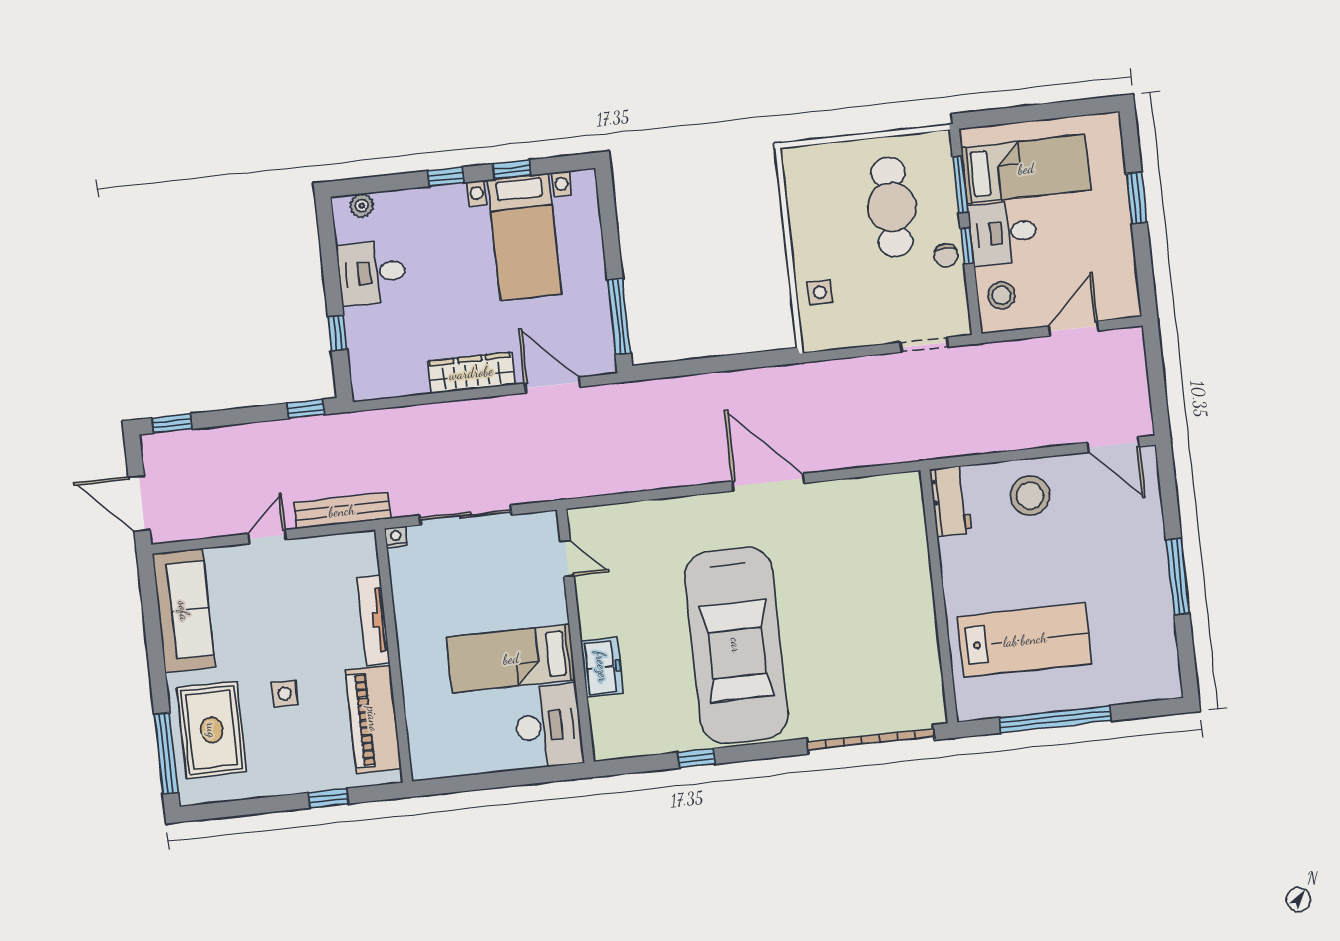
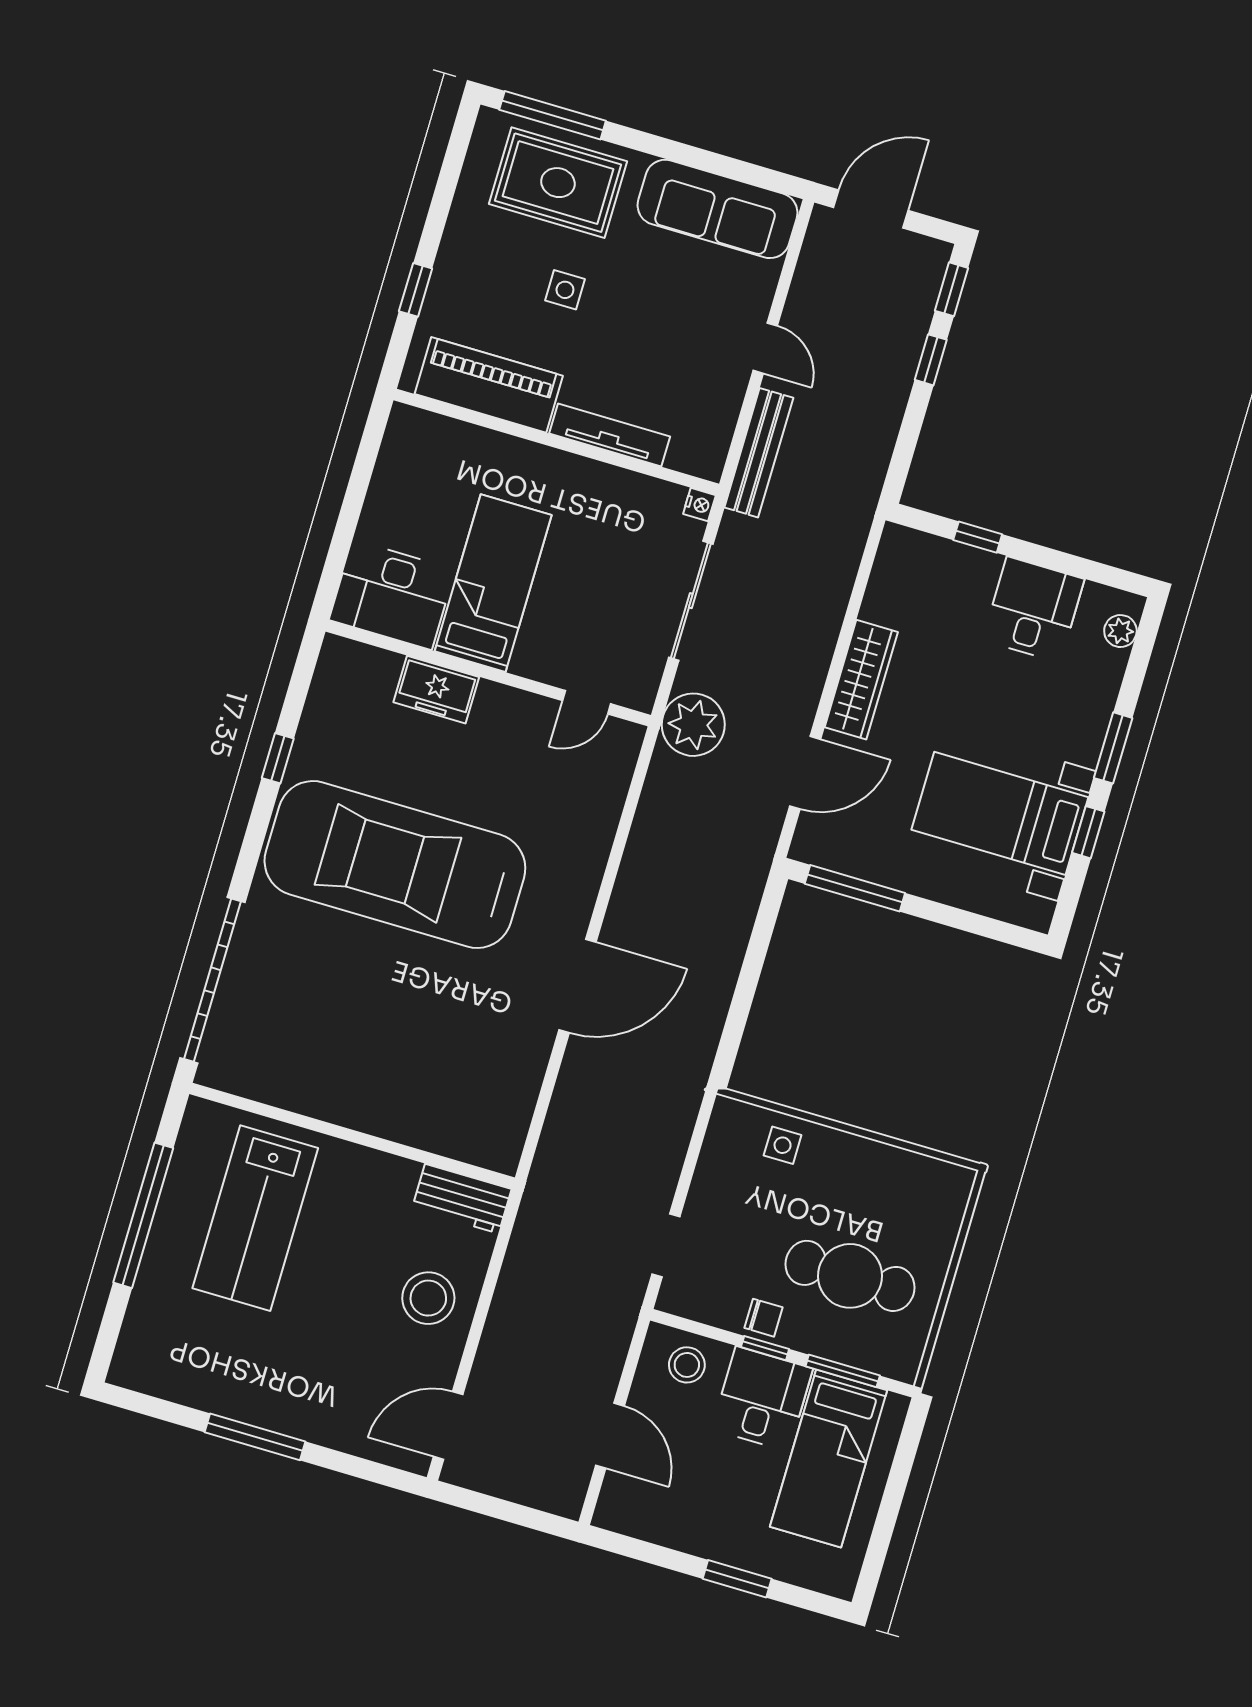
window: (446, 177) -> (1113, 748), width x1.50
chair: (946, 255) -> (764, 1318), turned 180
window: (306, 409) -> (931, 360), moved
plant: (552, 477) -> (693, 725), added

